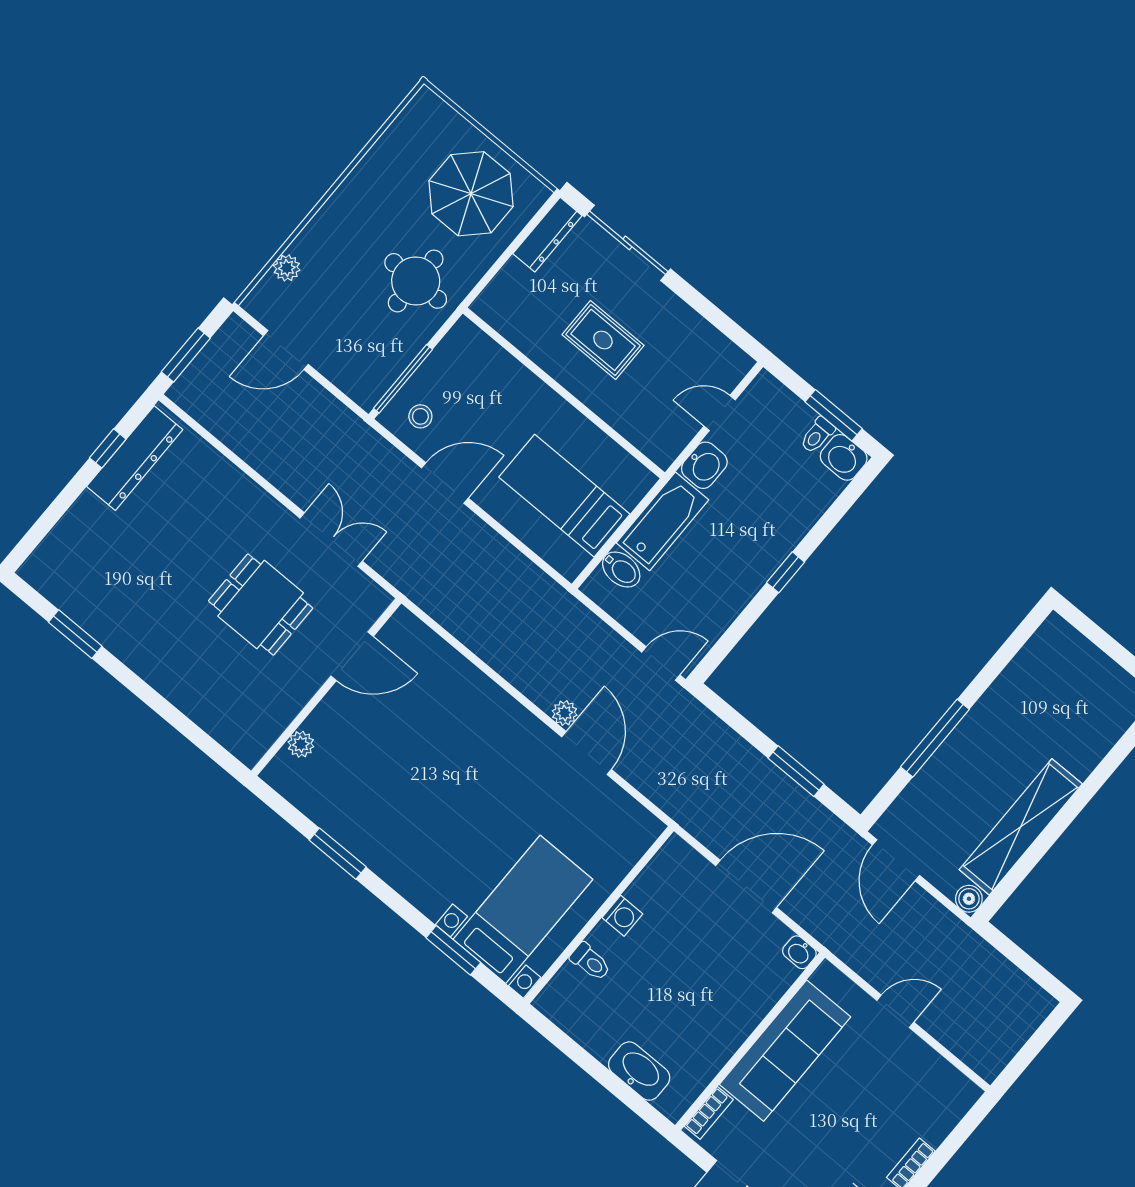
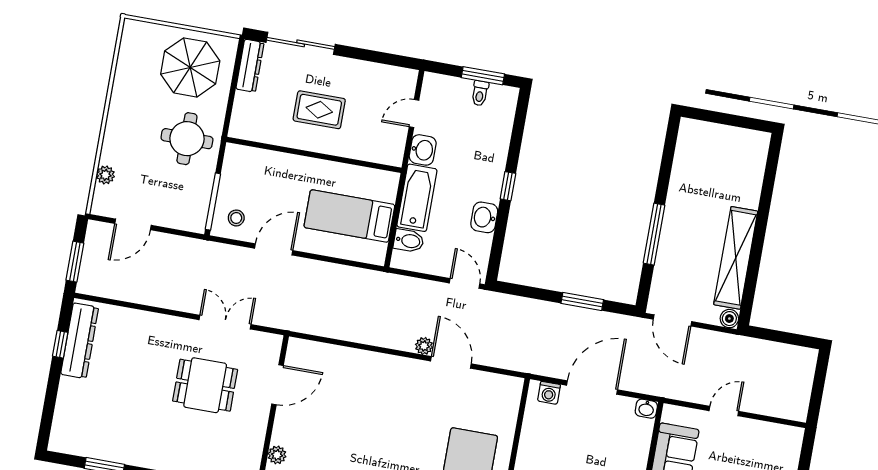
washbasin: (844, 457) -> (484, 217), moved, turned 90
door: (661, 664) -> (465, 283), hinge flipped
washing machine: (622, 916) -> (549, 393), moved, turned 90

